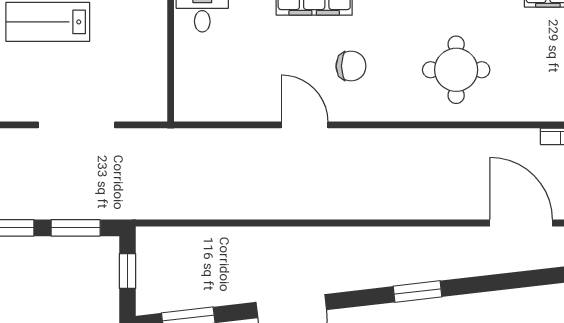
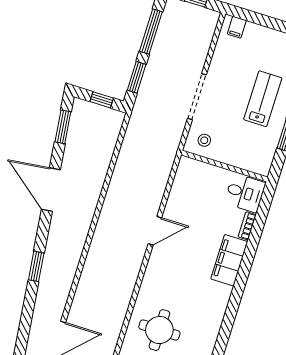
chair: (351, 66) -> (181, 269), removed
stool: (140, 92) -> (204, 140), added

